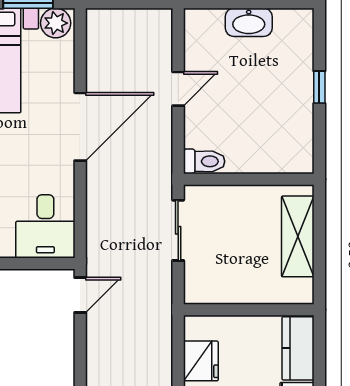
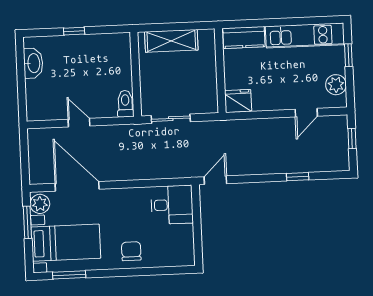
washbasin: (249, 22) -> (33, 63), moved
door: (80, 127) -> (77, 186), moved
door: (80, 295) -> (215, 180), hinge flipped
fridge: (201, 361) -> (238, 101), moved

